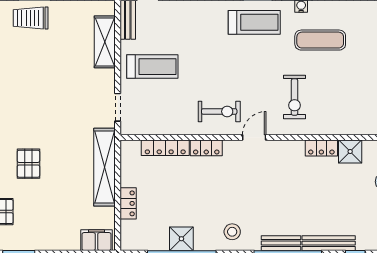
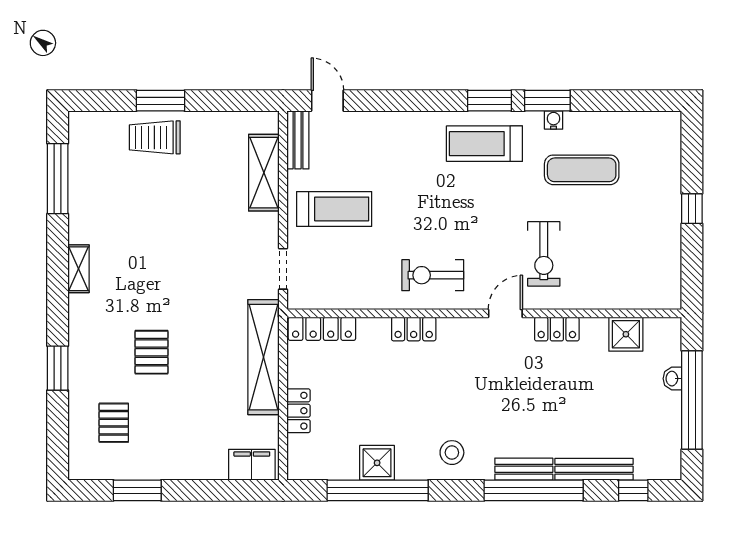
treadmill: (254, 22) -> (484, 144), turned 180
exercise bike: (219, 111) -> (433, 275), turned 180
door: (254, 137) -> (505, 313), moved
locker: (165, 148) -> (322, 329), moved
locker: (321, 148) -> (557, 329), moved

